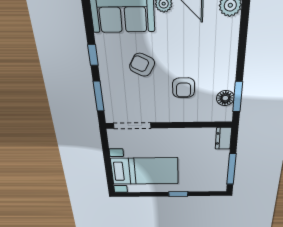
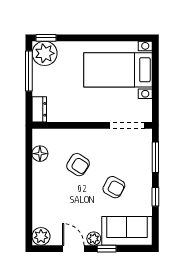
armchair: (184, 88) -> (78, 165), turned 123
window: (238, 97) -> (29, 155), removed
plant: (215, 183) -> (45, 53), added
window: (178, 194) -> (46, 38), moved

